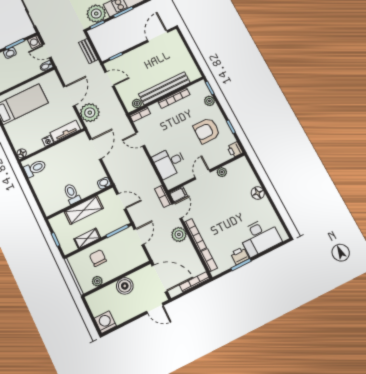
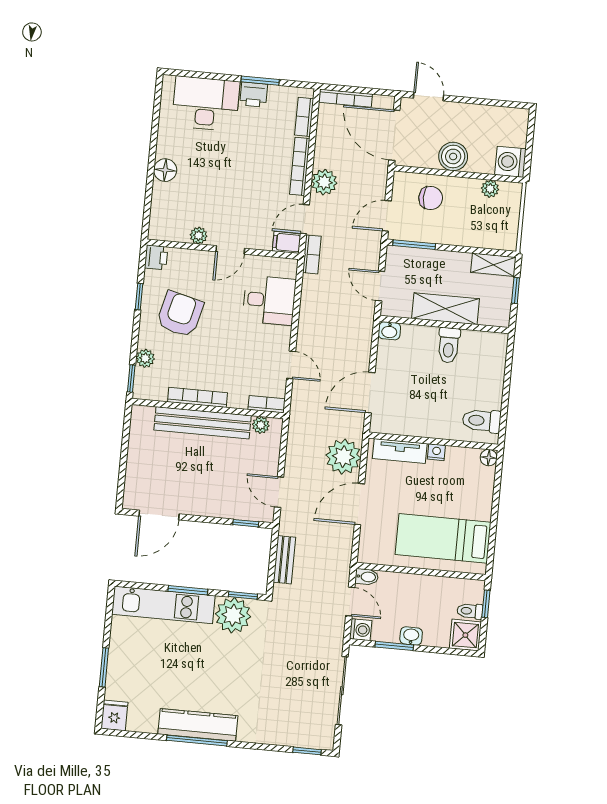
armchair: (207, 131) -> (180, 314), turned -76
shelving: (87, 238) -> (493, 265), moved
chair: (98, 258) -> (431, 198), moved, turned -90
washing machine: (105, 322) -> (510, 162), moved, turned 90

